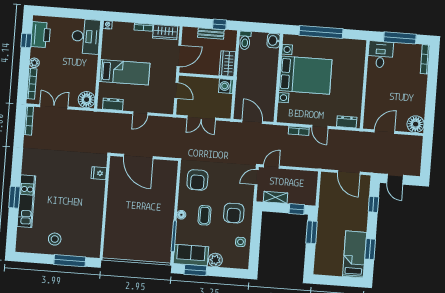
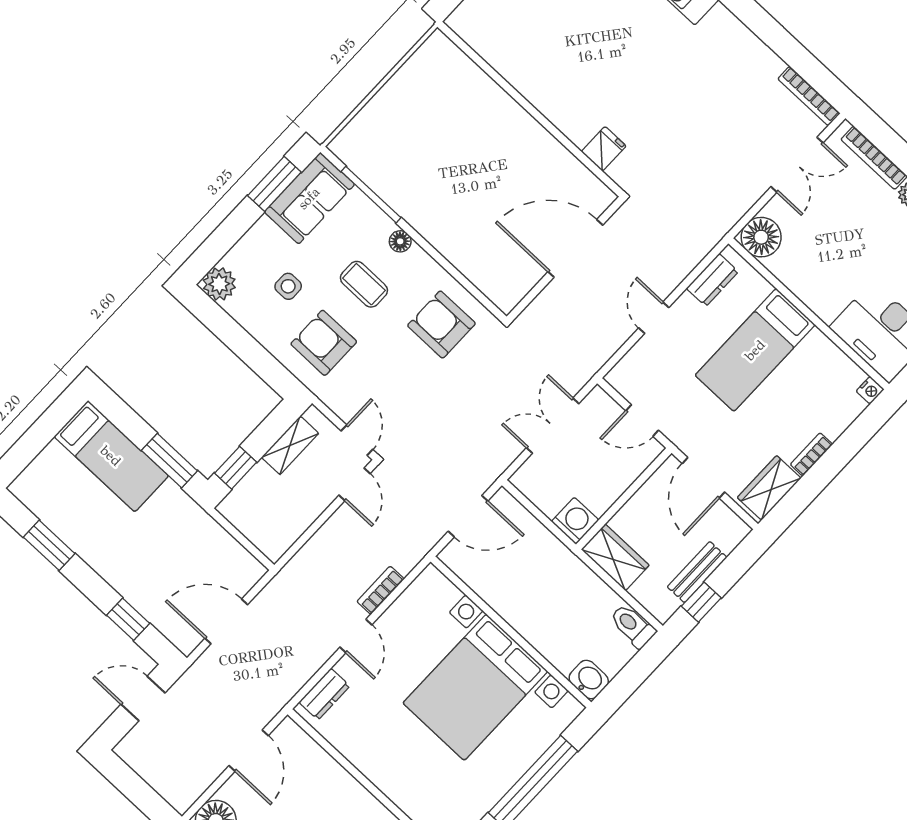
door: (320, 127) -> (356, 636), swing flipped
side table: (240, 242) -> (288, 286), moved
bed: (355, 254) -> (111, 456), moved
plant: (215, 260) -> (219, 284), moved

